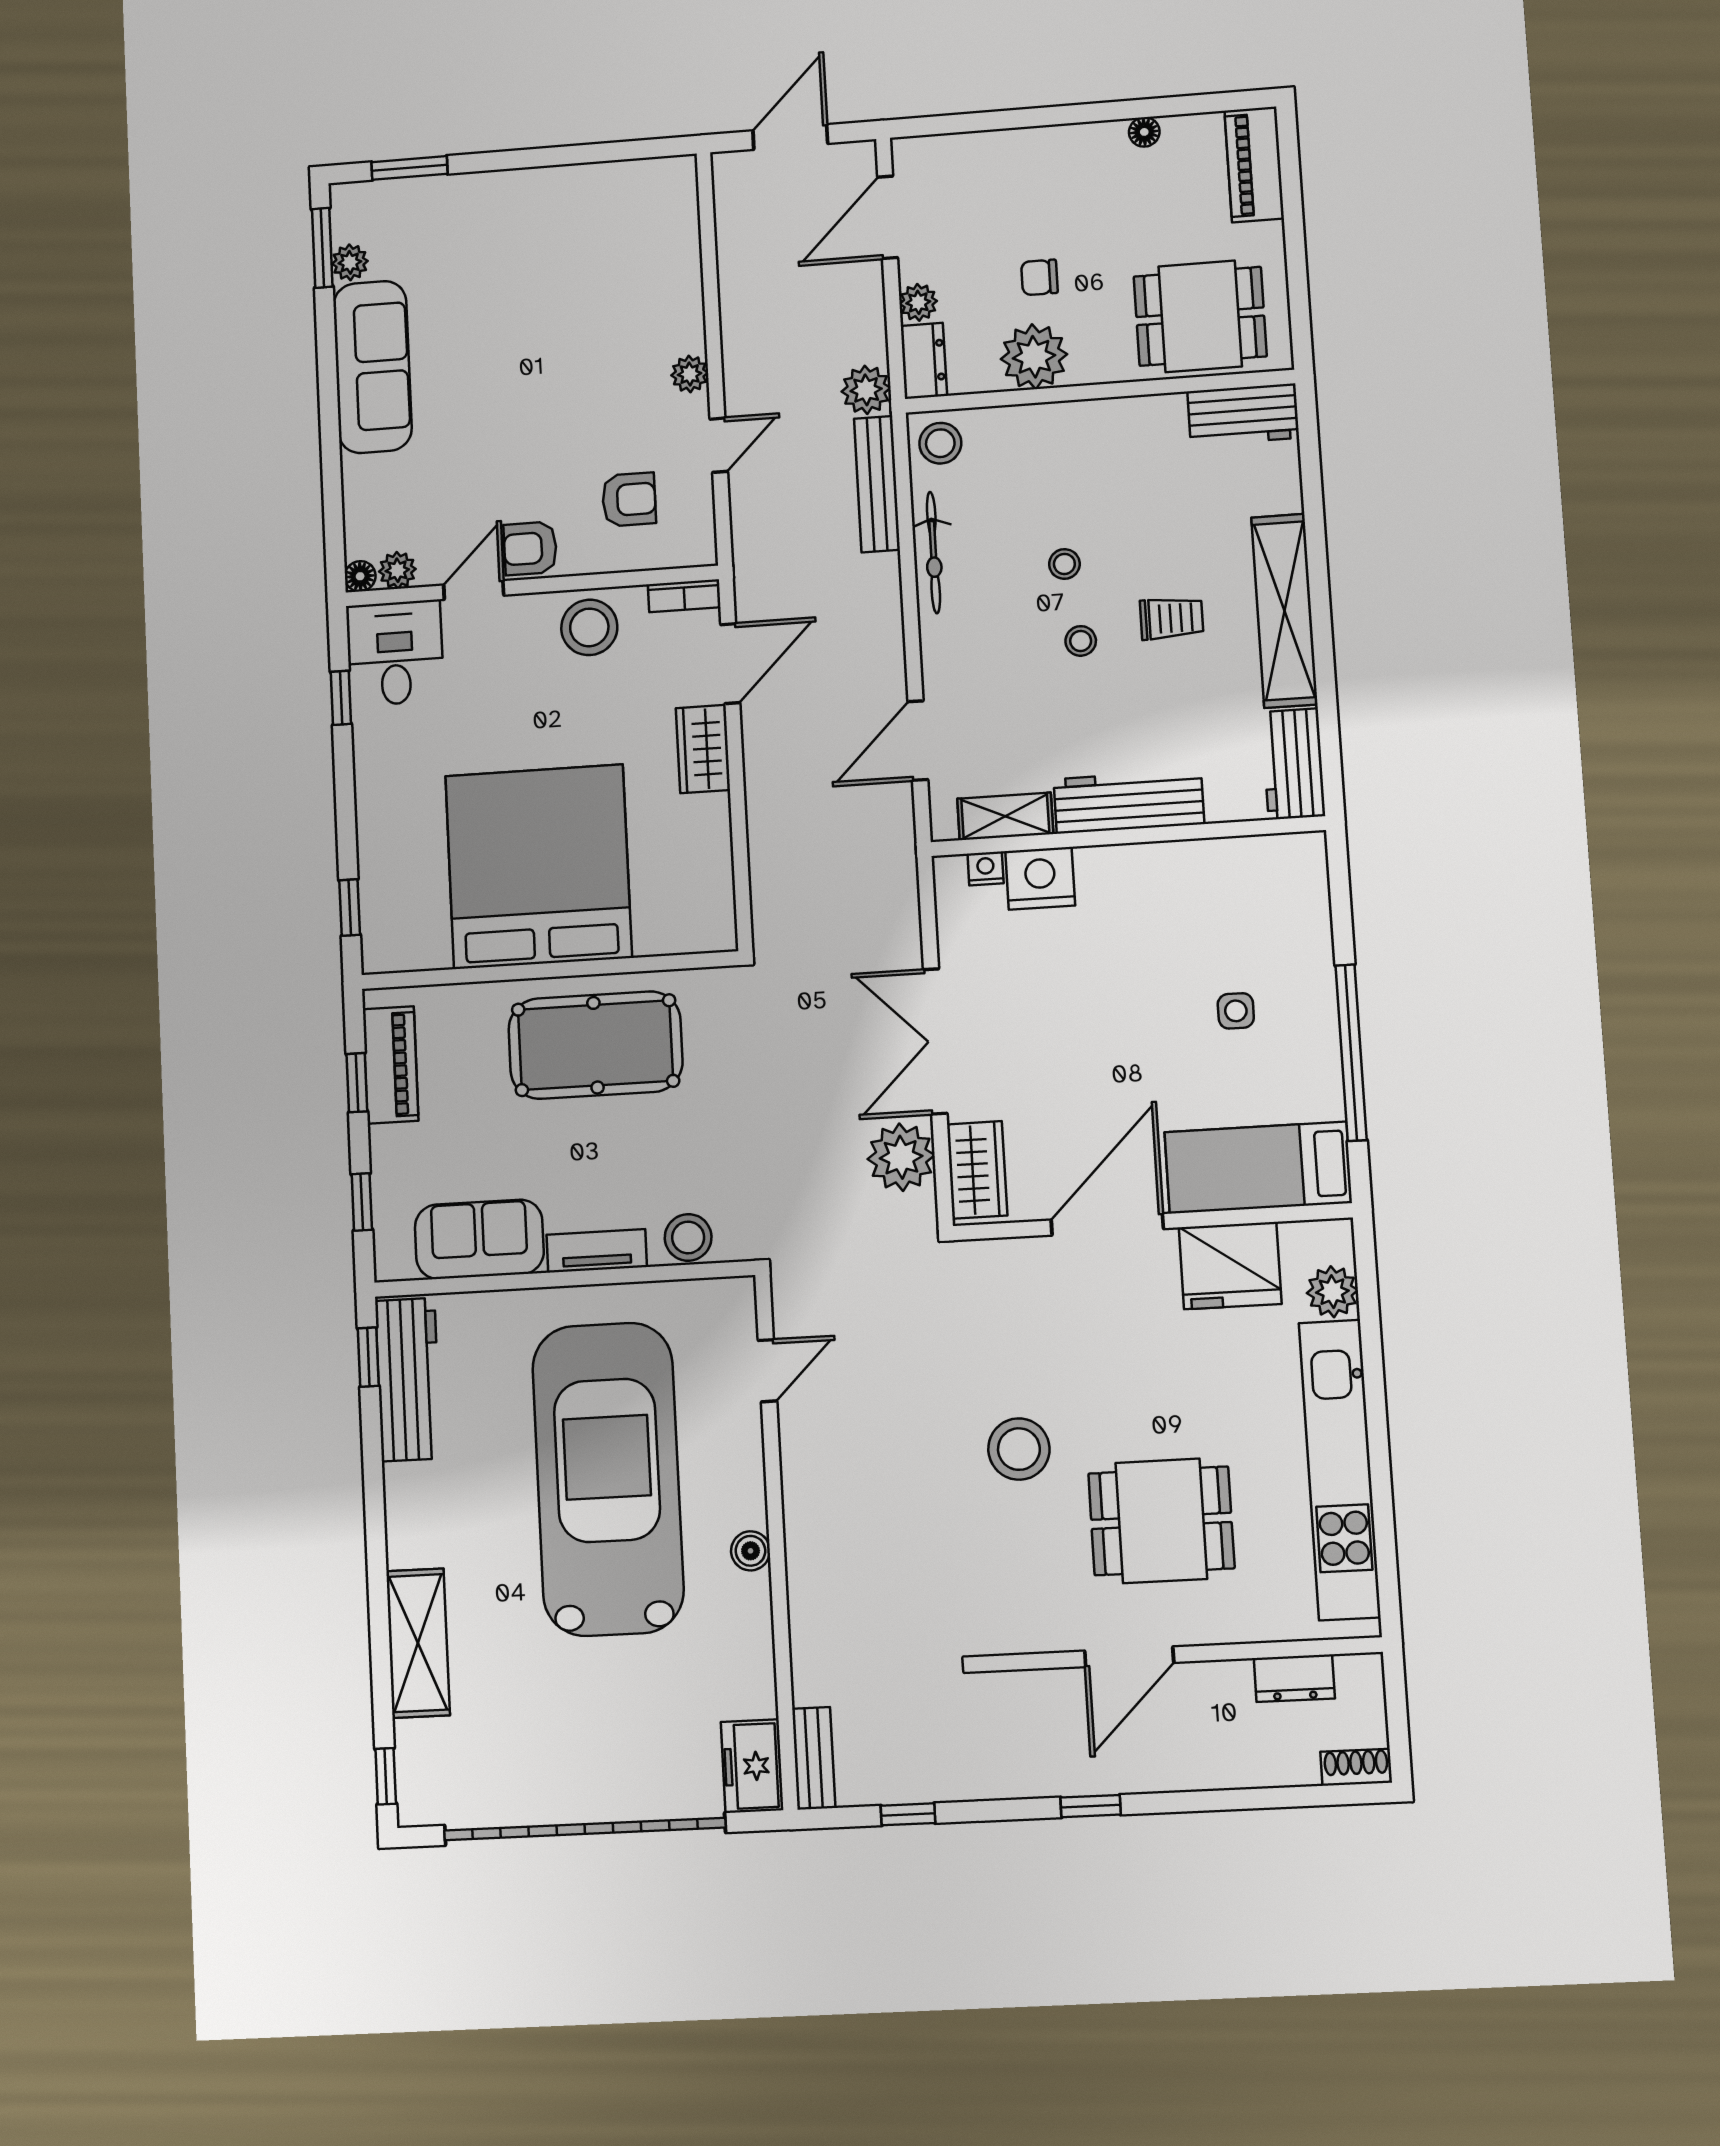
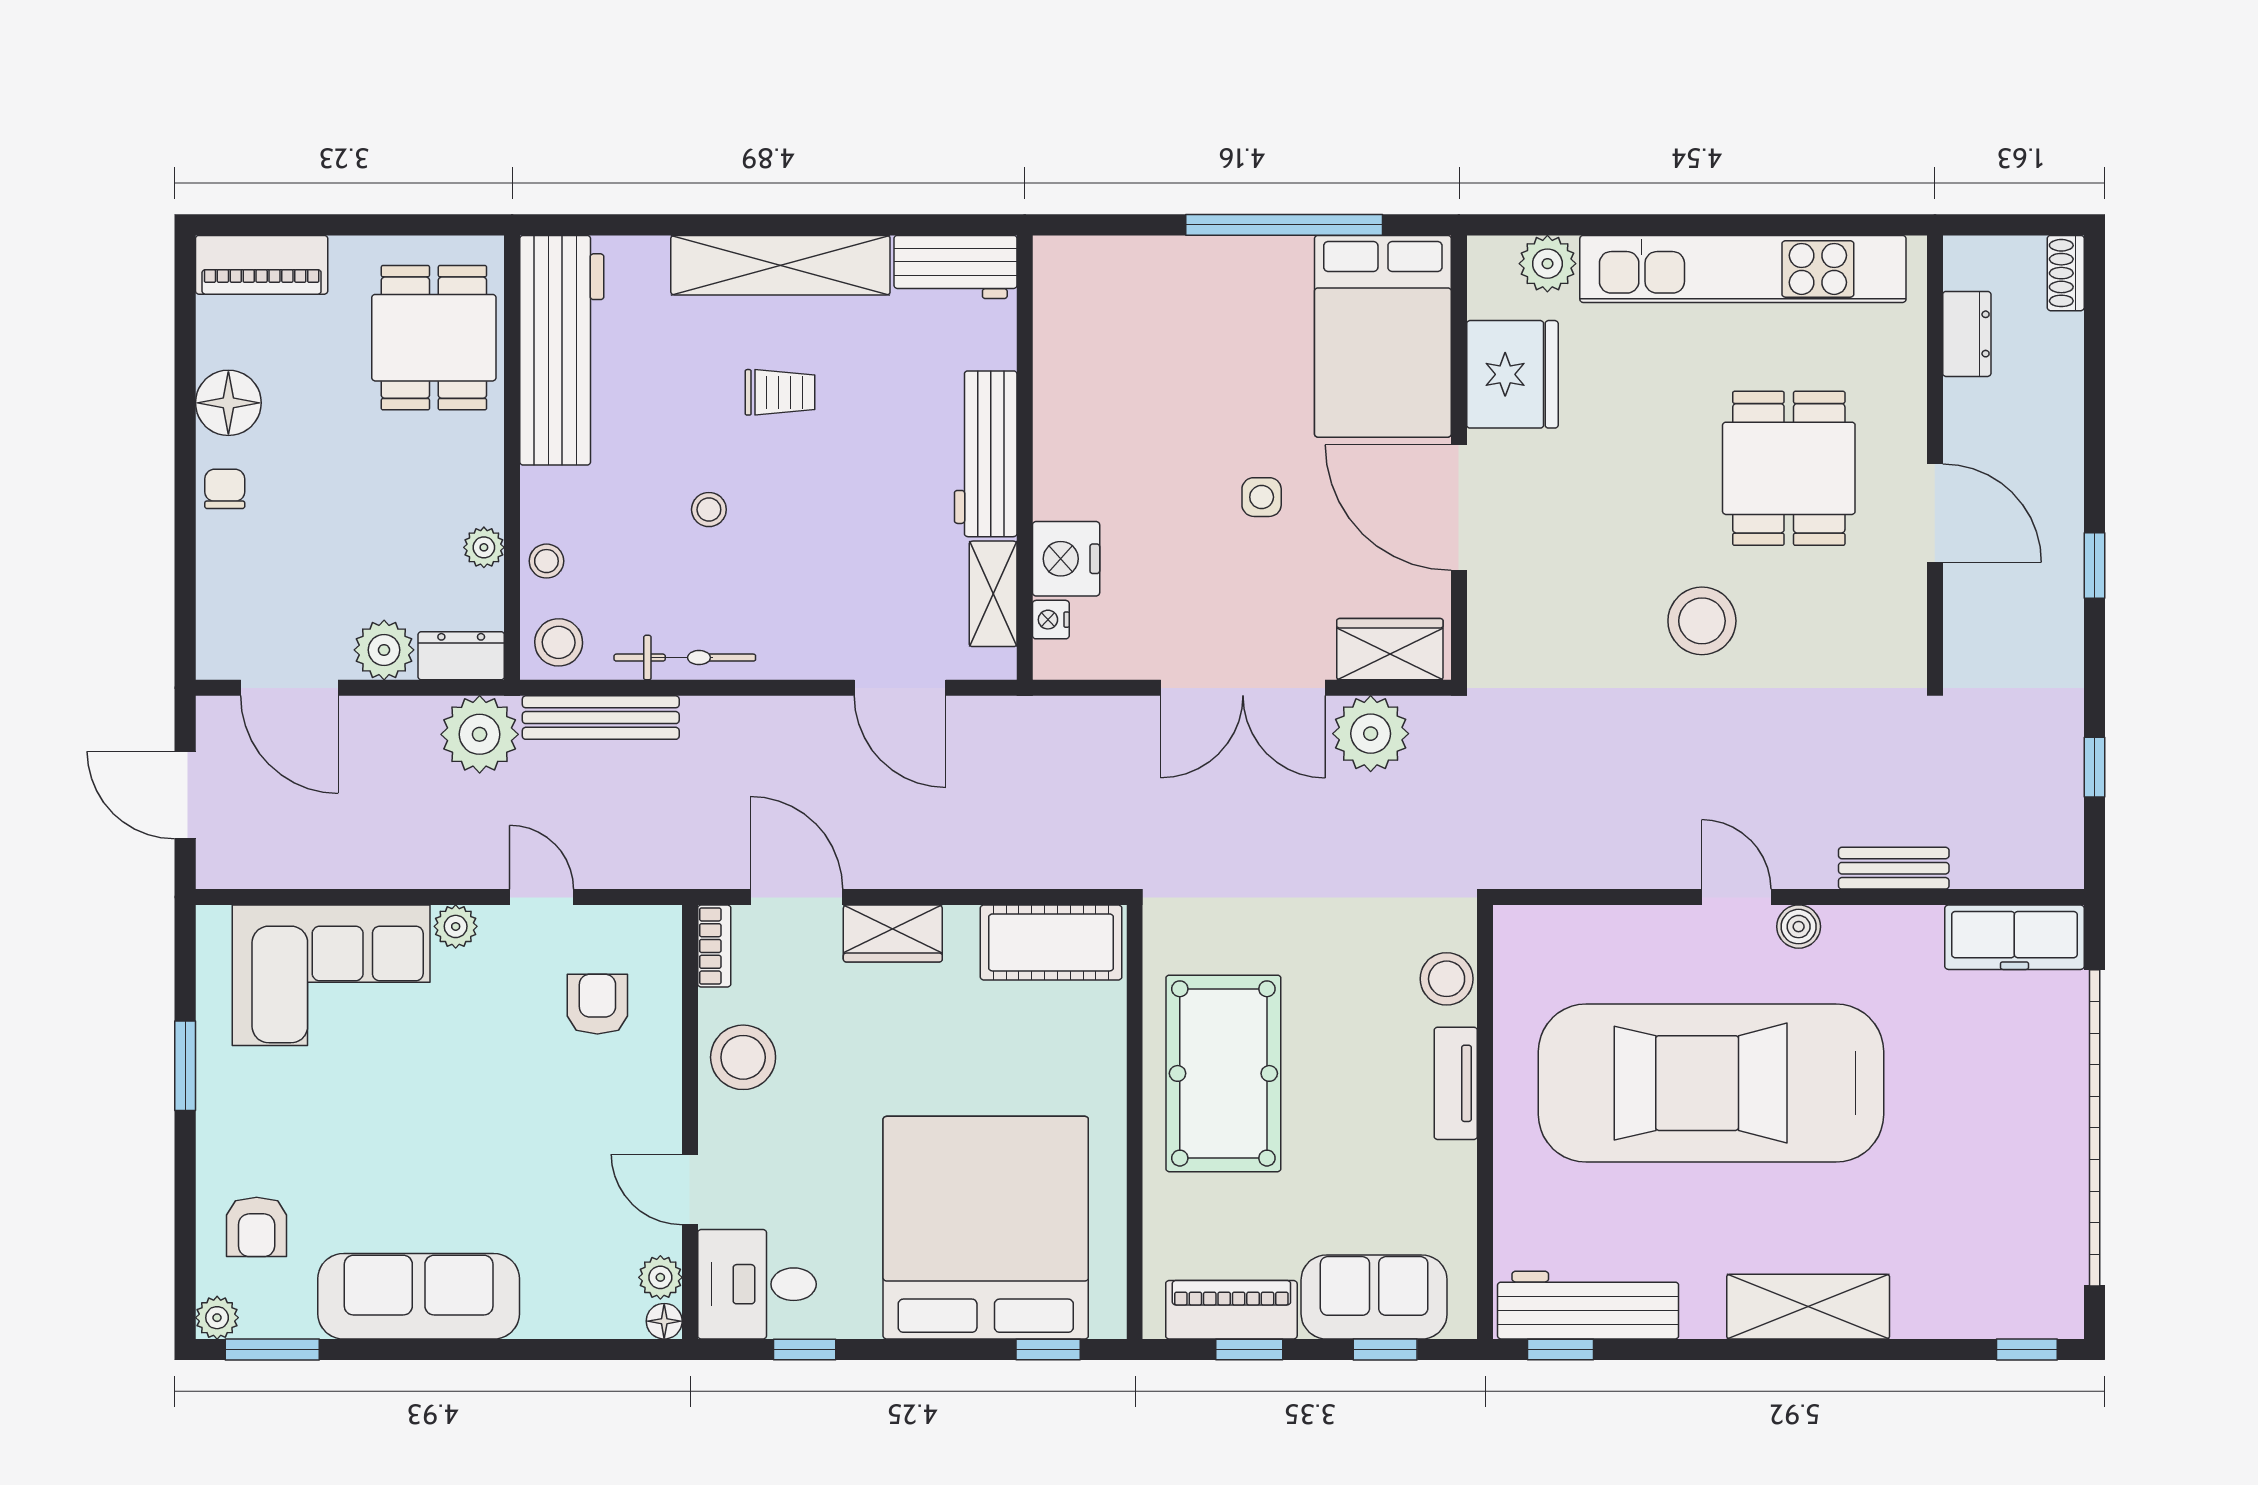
floor lamp: (1144, 132) -> (228, 403), width x1.89, depth x1.89
window: (410, 168) -> (185, 1066), moved
plant: (350, 262) -> (217, 1318), moved
corner sofa: (642, 272) -> (331, 975), added
chair: (1039, 277) -> (225, 489), moved, turned 180
plant: (918, 302) -> (384, 650), width x1.38, depth x1.38
plant: (1034, 357) -> (484, 547), width x0.53, depth x0.53
plant: (866, 390) -> (480, 734), width x1.36, depth x1.36
workbench: (1243, 415) -> (562, 350), width x1.88, depth x1.32
armchair: (530, 548) -> (257, 1227), moved
trolley: (1172, 618) -> (780, 392), turned 90
stool: (1081, 641) -> (546, 561), moved
bed: (538, 867) -> (986, 1228), moved, turned 90
cot: (702, 887) -> (1051, 942), added
side table: (1236, 1011) -> (1262, 497), moved
bed: (1258, 1168) -> (1383, 336), width x1.50
sofa: (479, 1239) -> (1374, 1297), moved, turned 90
door: (767, 1371) -> (1736, 897), moved
shelving: (418, 1643) -> (1808, 1307), moved
bench: (814, 1758) -> (1894, 868), moved
freezer: (752, 1766) -> (2014, 937), width x1.40

